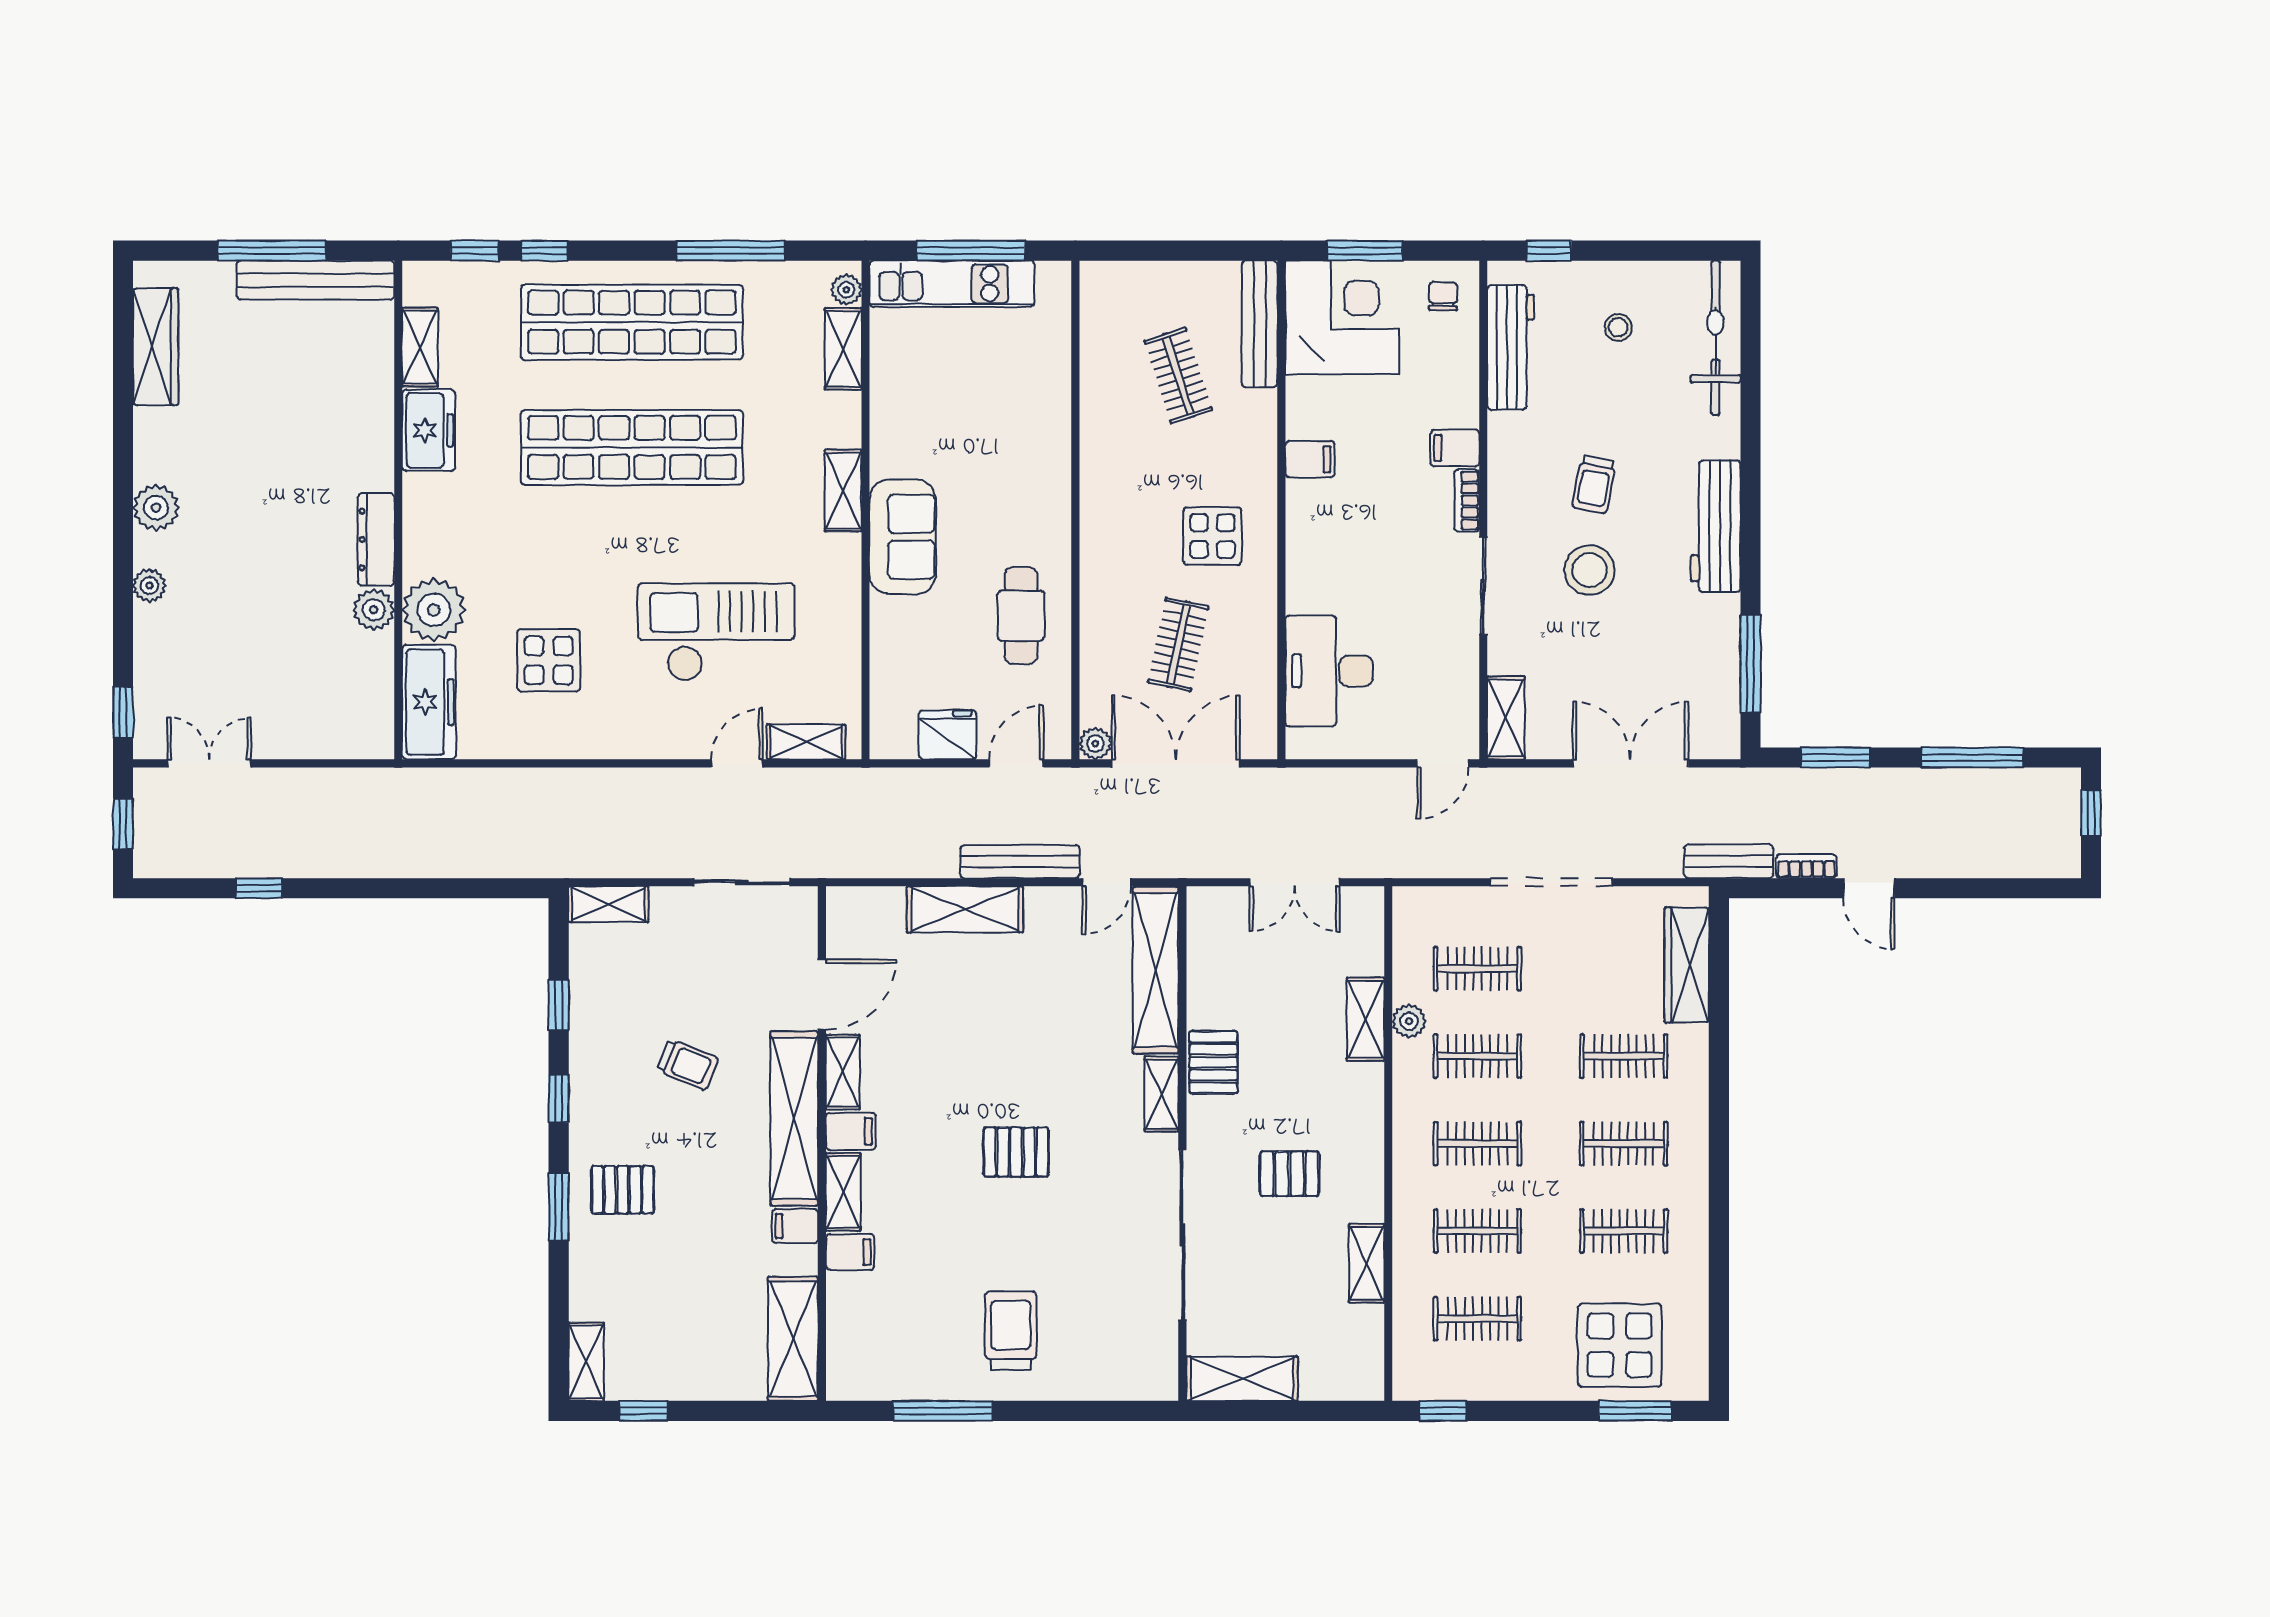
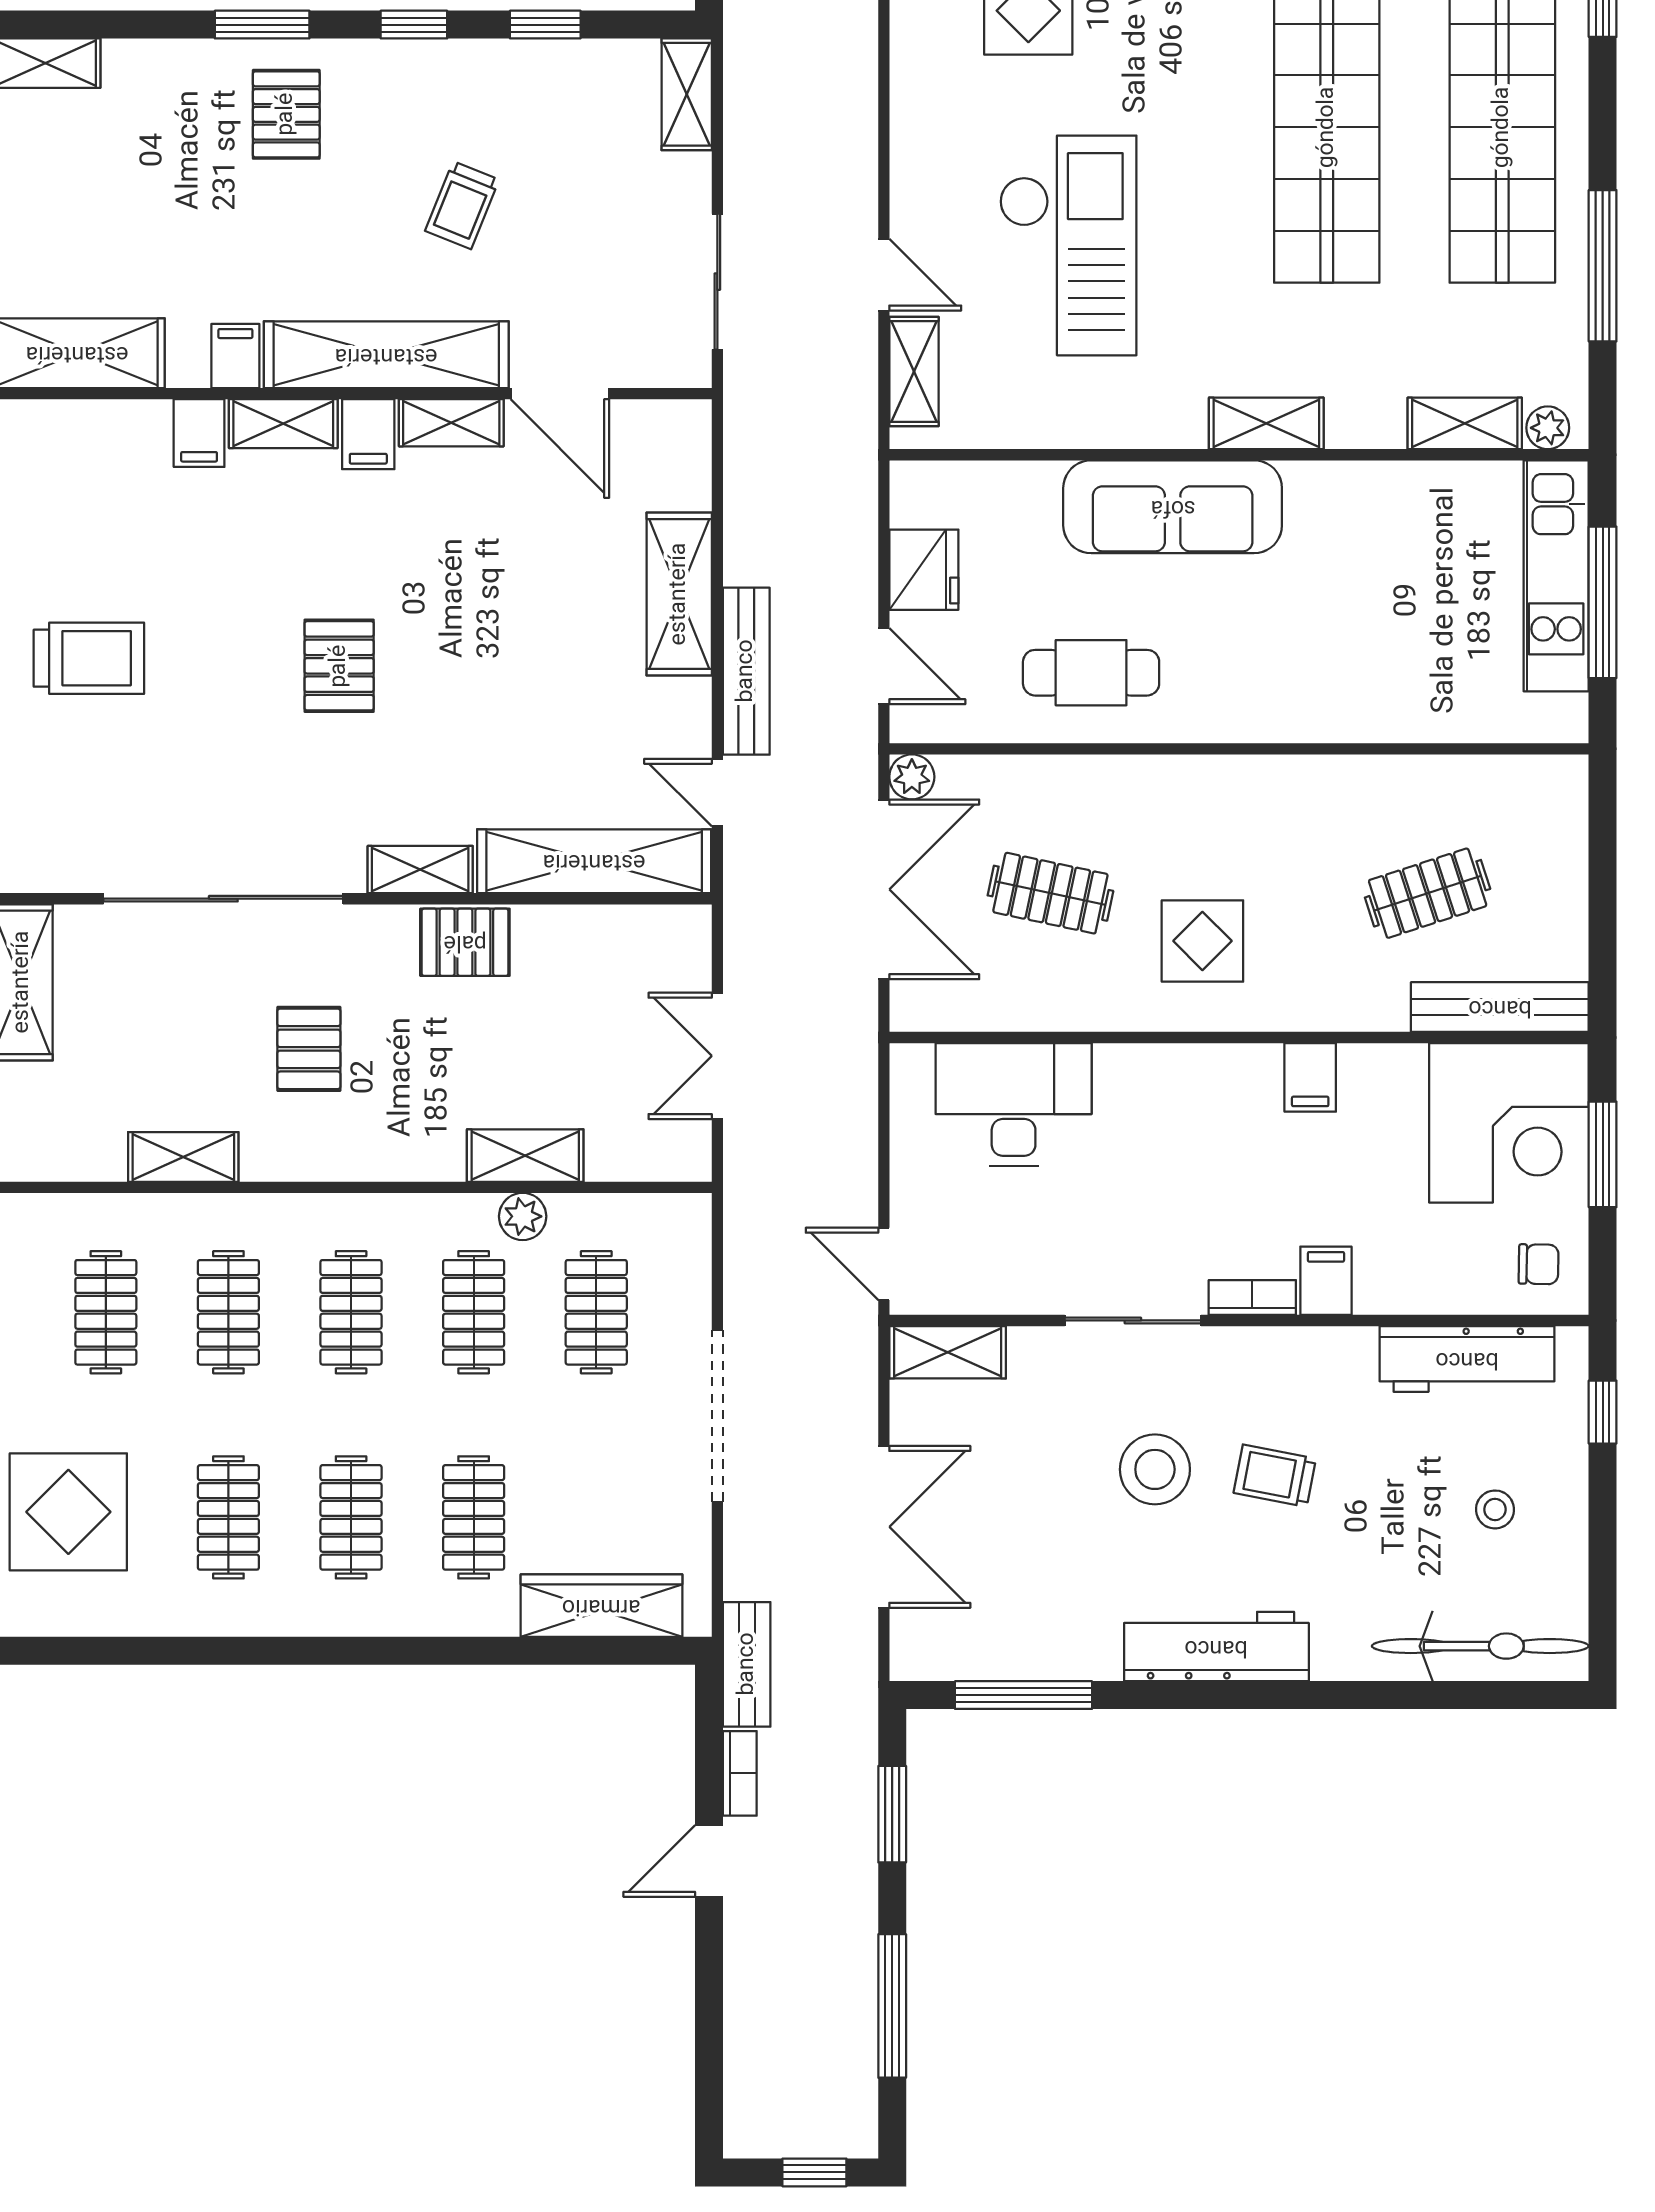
sofa: (903, 537) -> (1173, 507), width x1.36

